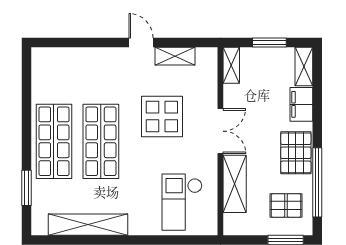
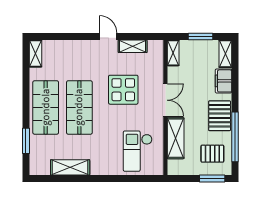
shelving: (40, 66) -> (35, 54), added
shelving: (88, 225) -> (70, 167), width x0.68

